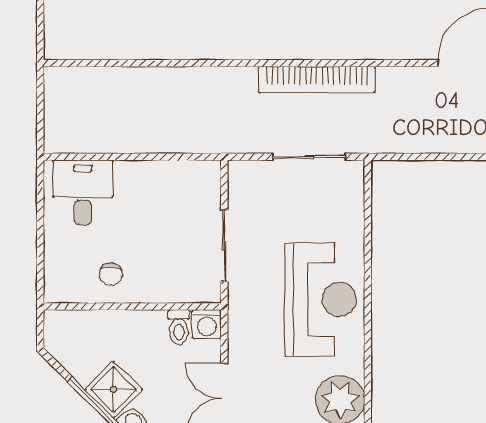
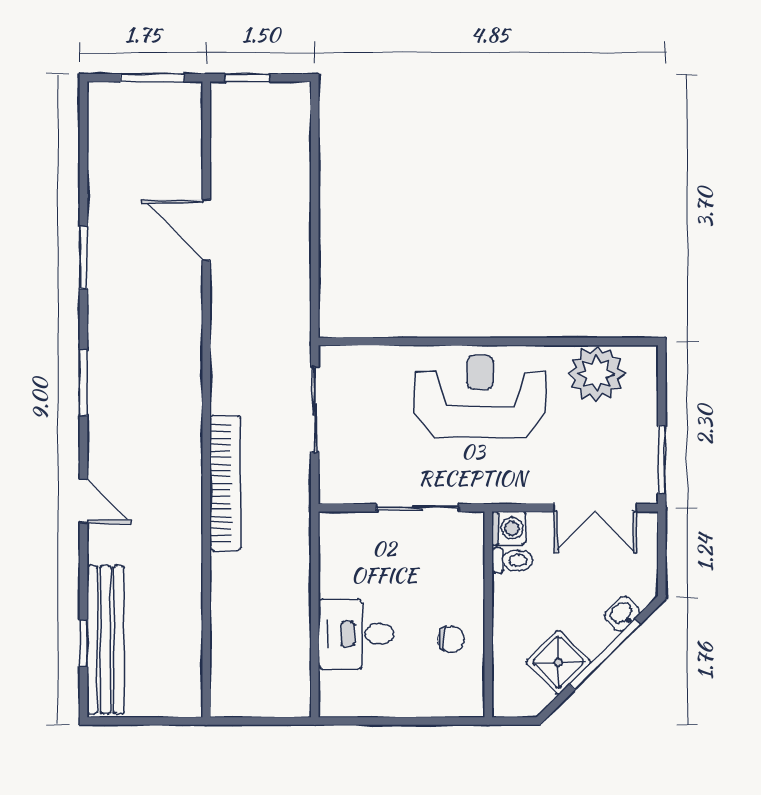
bookcase: (317, 80) -> (225, 483), moved
desk: (83, 192) -> (356, 634), moved
shower: (114, 390) -> (558, 662), moved

